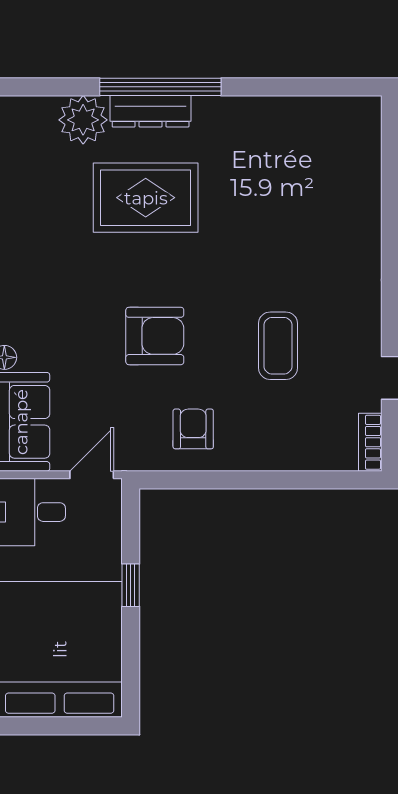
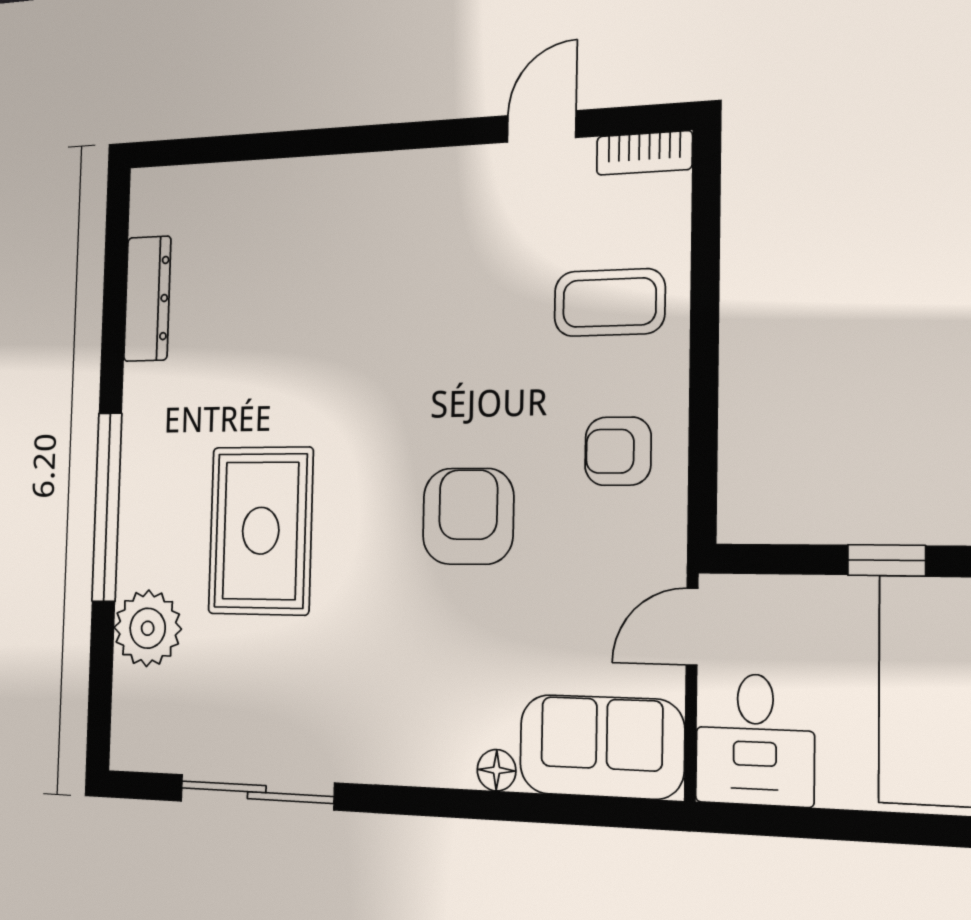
dresser: (151, 111) -> (147, 299), moved
coffee table: (278, 346) -> (609, 303), moved
door: (92, 475) -> (692, 626), hinge flipped

